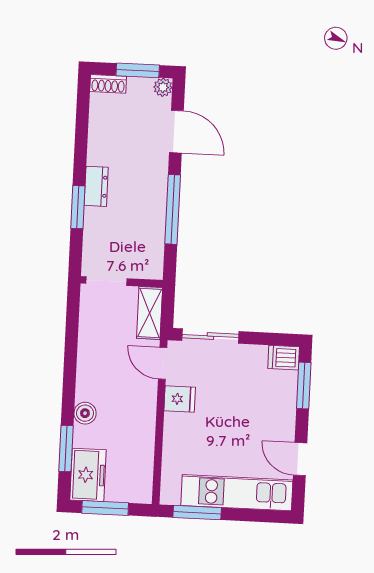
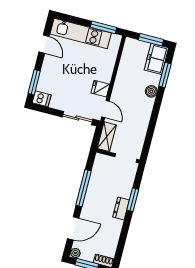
door: (176, 132) -> (73, 228), swing flipped

